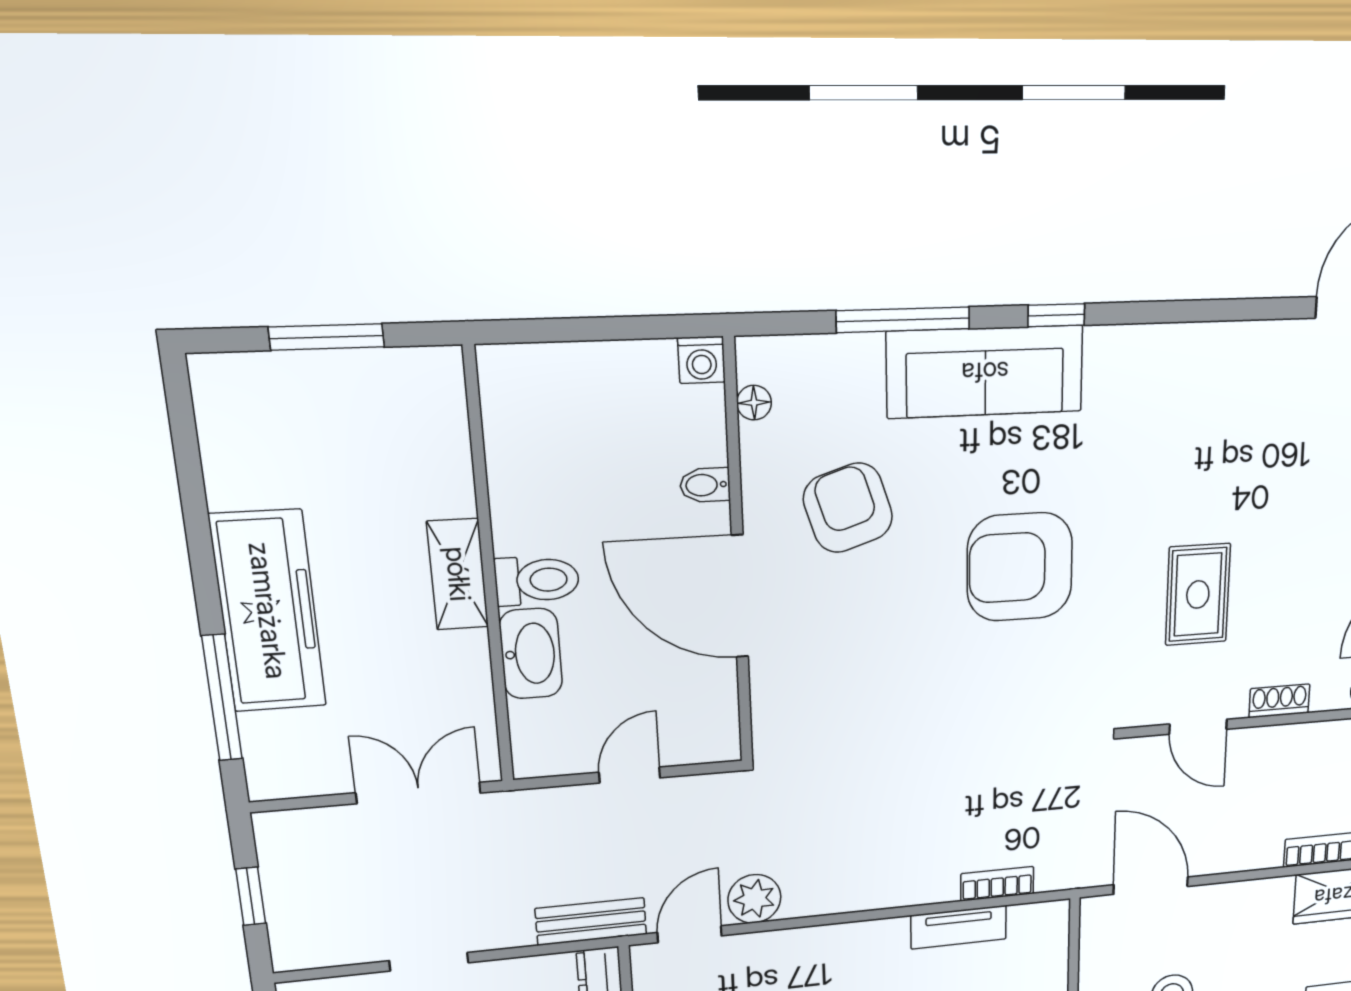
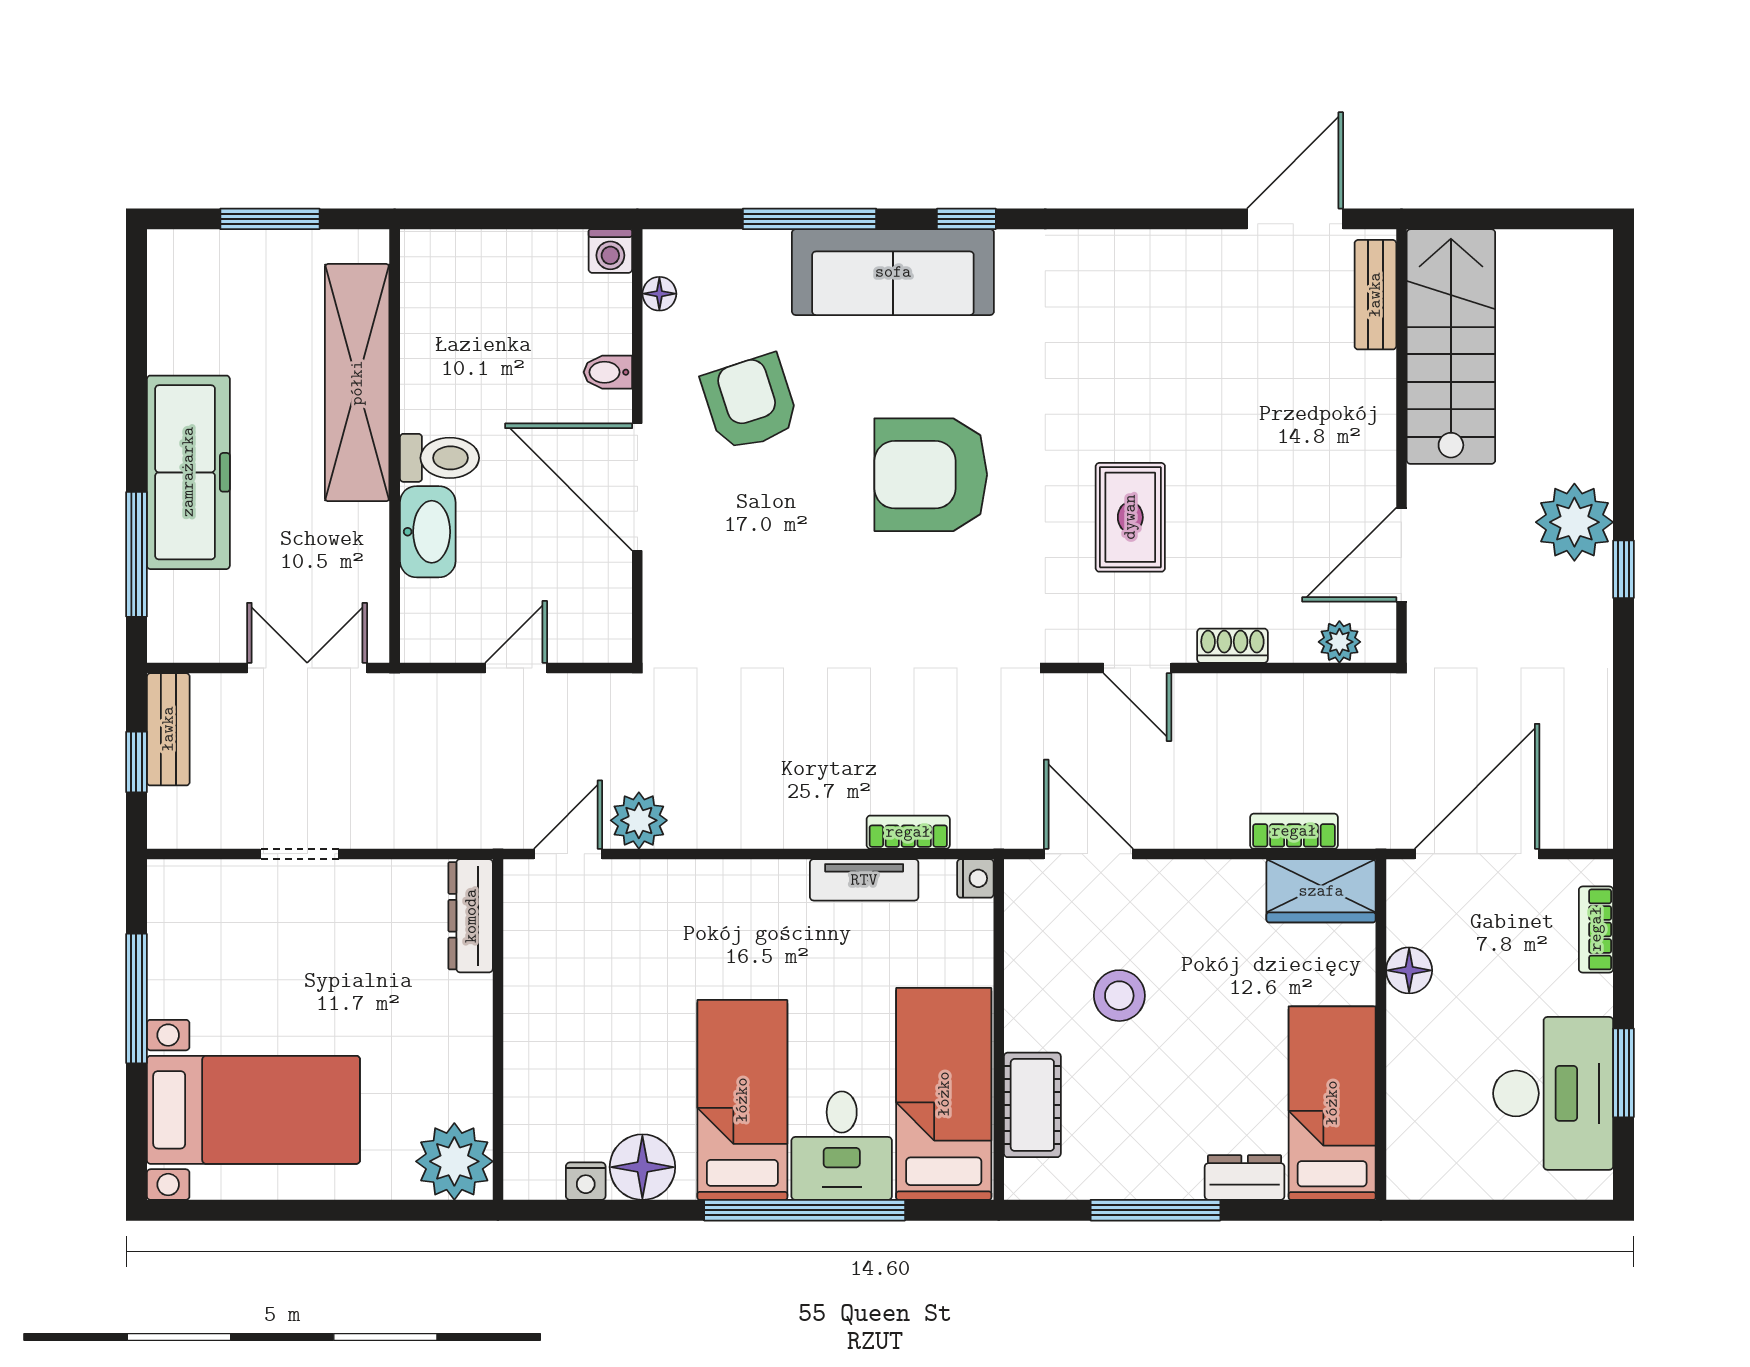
shelving: (458, 574) -> (357, 383), width x2.20, depth x1.33
nightstand: (1055, 916) -> (975, 878), added
bench: (591, 921) -> (168, 729), moved, turned 90

